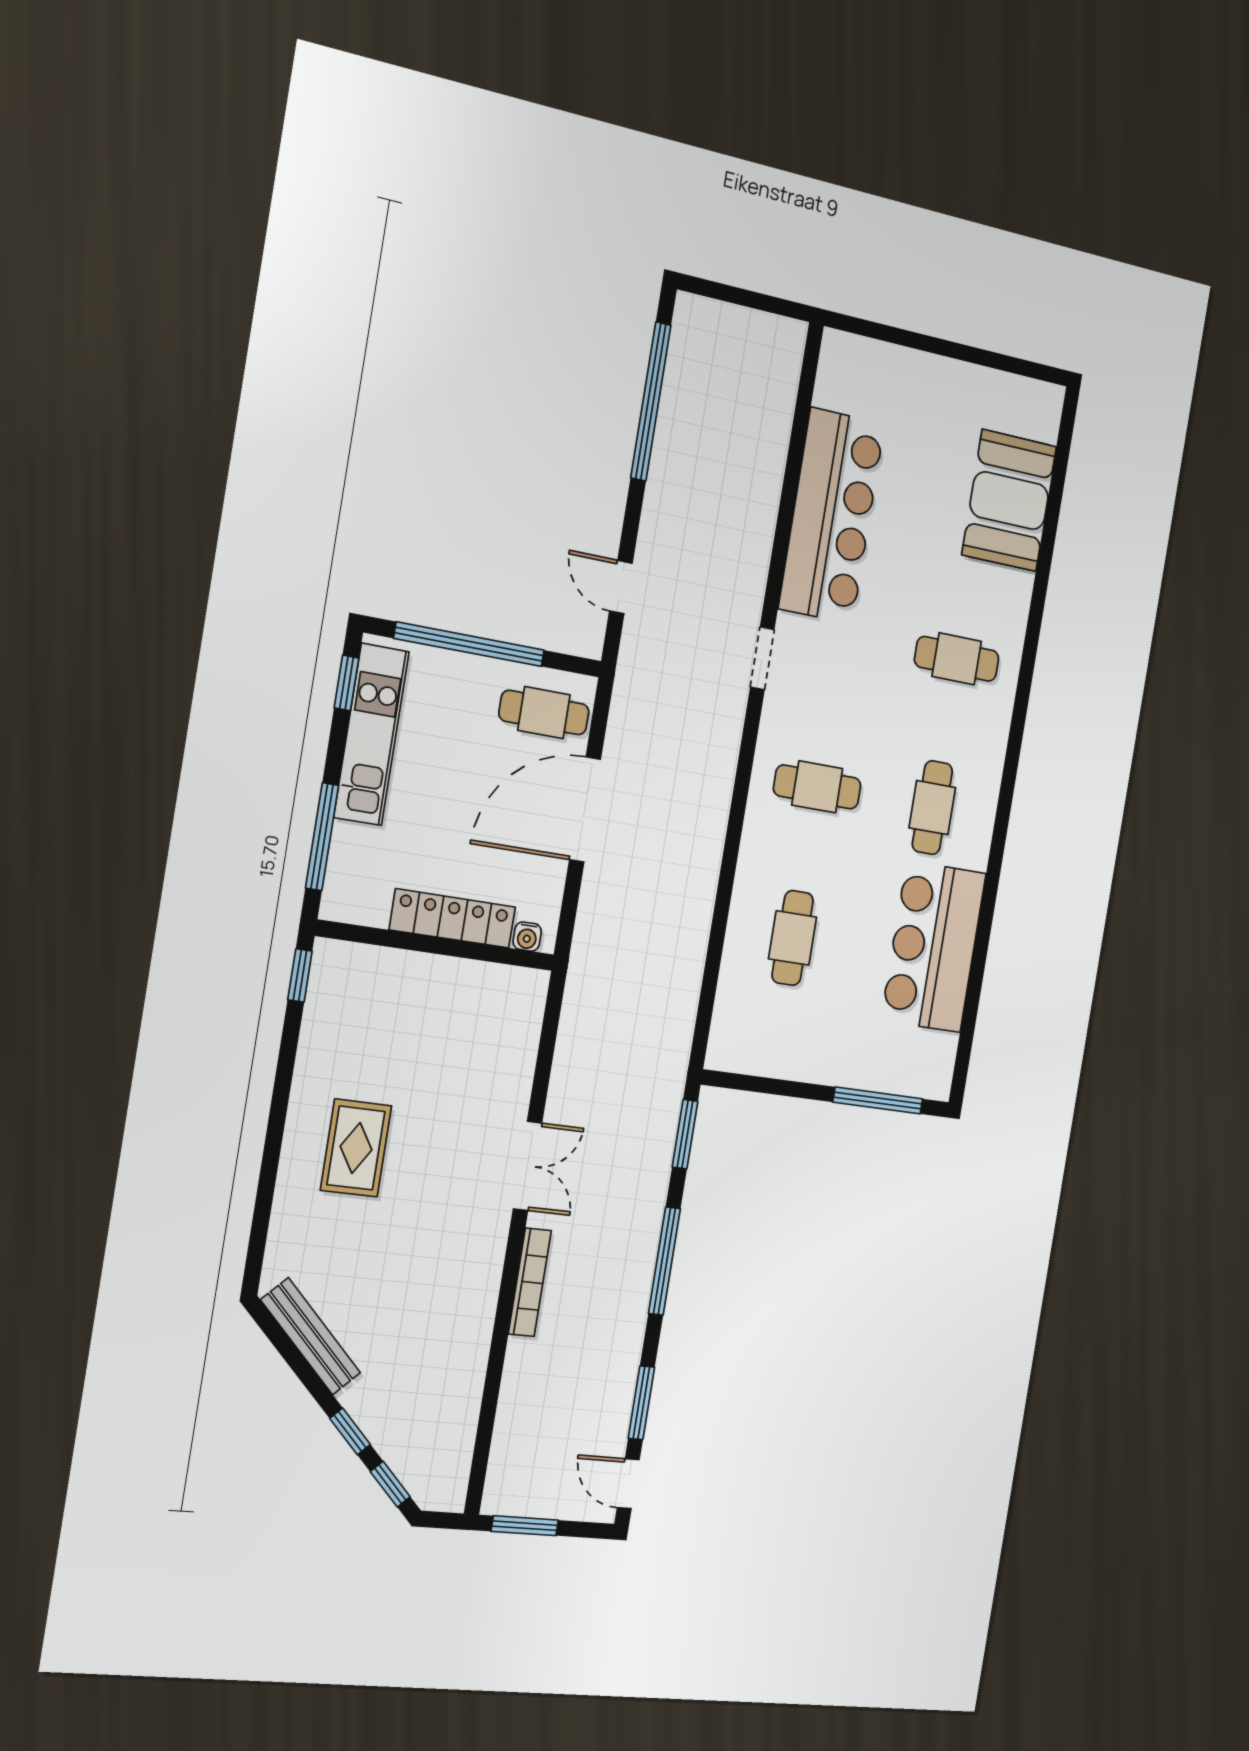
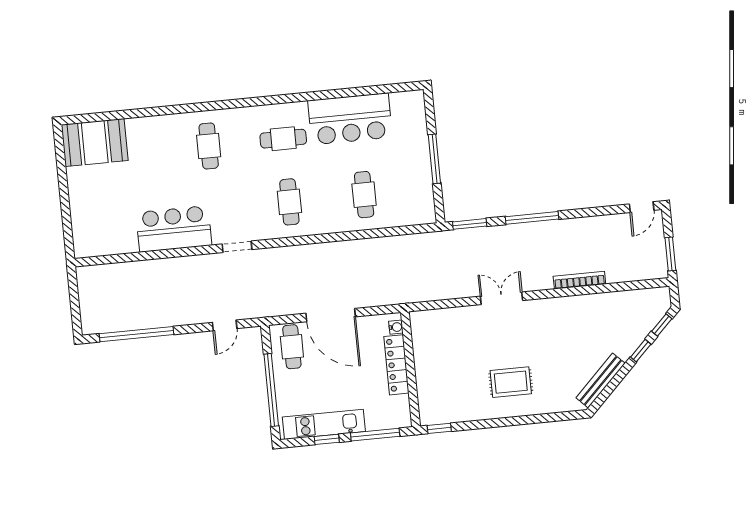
booth: (1009, 501) -> (95, 143), moved
bar counter: (832, 516) -> (174, 229), width x0.73
window: (347, 683) -> (327, 439), moved
cafe table: (793, 938) -> (364, 195), turned 90
window: (878, 1101) -> (434, 159), moved
bookcase: (530, 1282) -> (579, 280), moved
window: (641, 1403) -> (602, 211), removed

